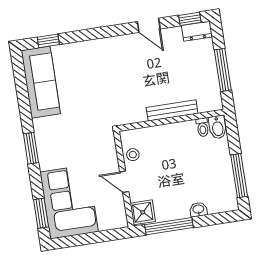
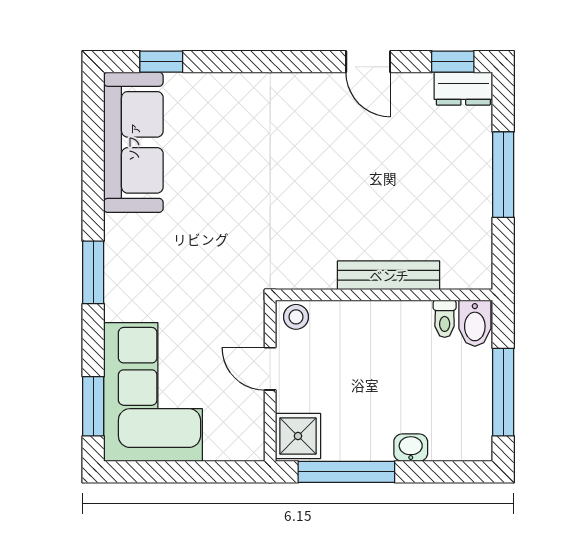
bench: (172, 110) -> (389, 275), moved
wall: (171, 120) -> (384, 295), moved
toilet: (203, 127) -> (445, 319), moved
bidet: (218, 127) -> (475, 323), moved

